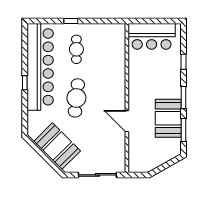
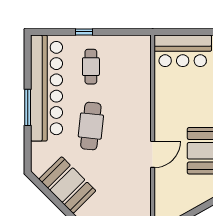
window: (25, 83) -> (28, 107), width x2.17
door: (127, 121) -> (153, 154), swing flipped

